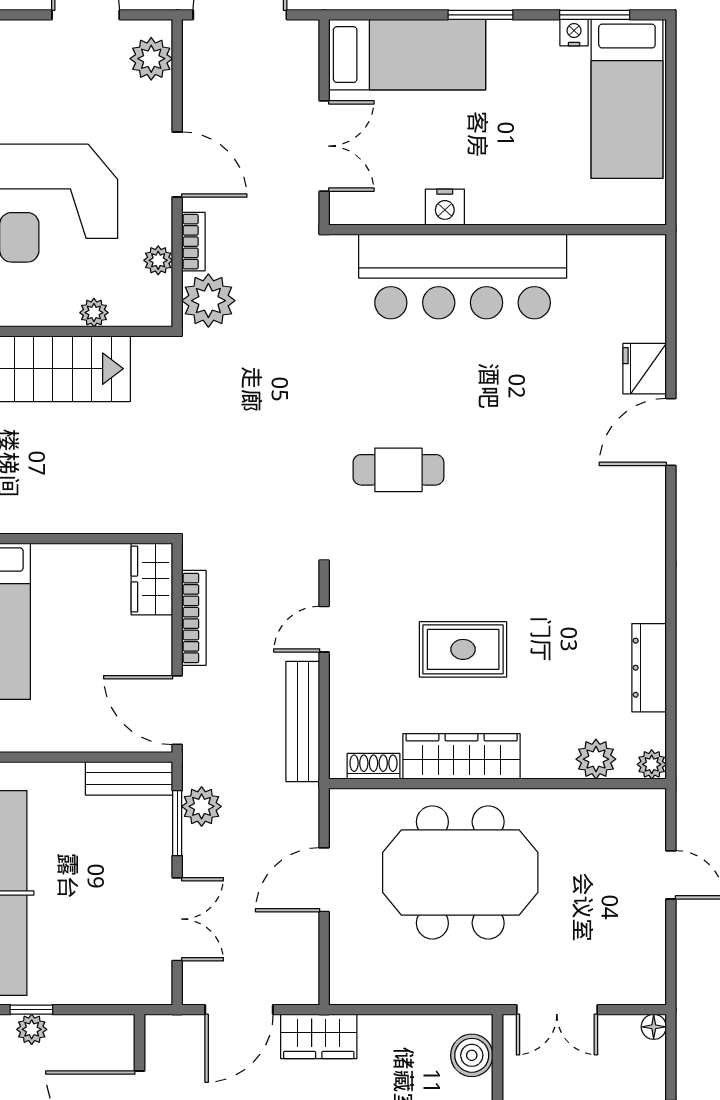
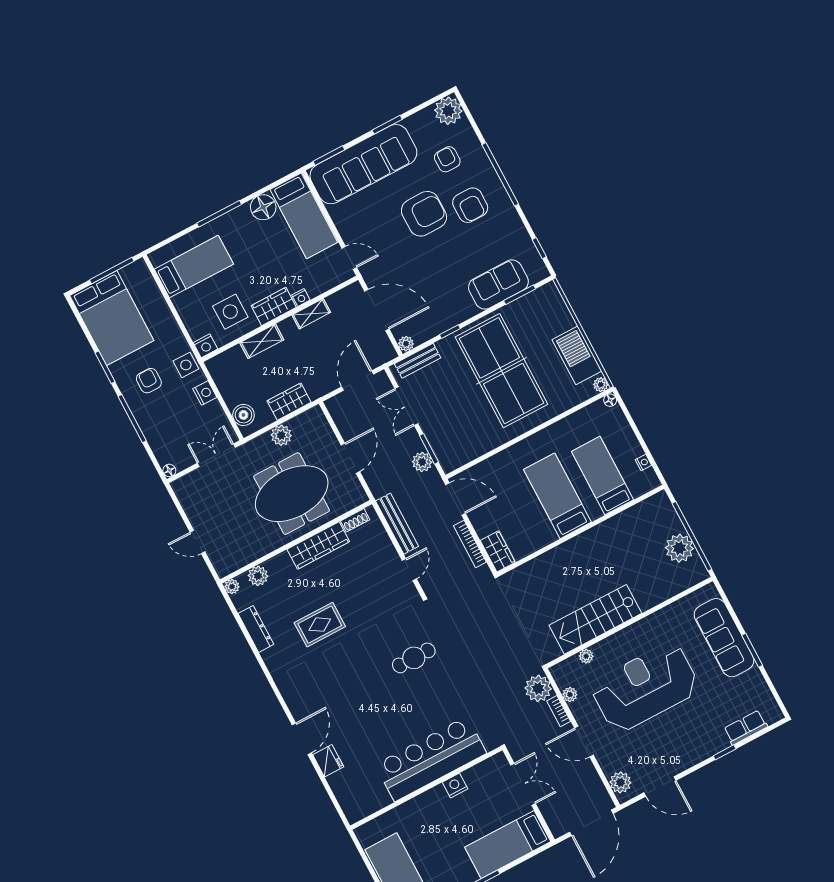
double door: (324, 146) -> (523, 784), swing flipped
rug: (463, 649) -> (320, 625), moved
bench: (129, 778) -> (418, 361), moved
plant: (424, 984) -> (281, 435), added
plant: (32, 1029) -> (406, 344), moved
wardrobe: (319, 1036) -> (289, 402), moved

